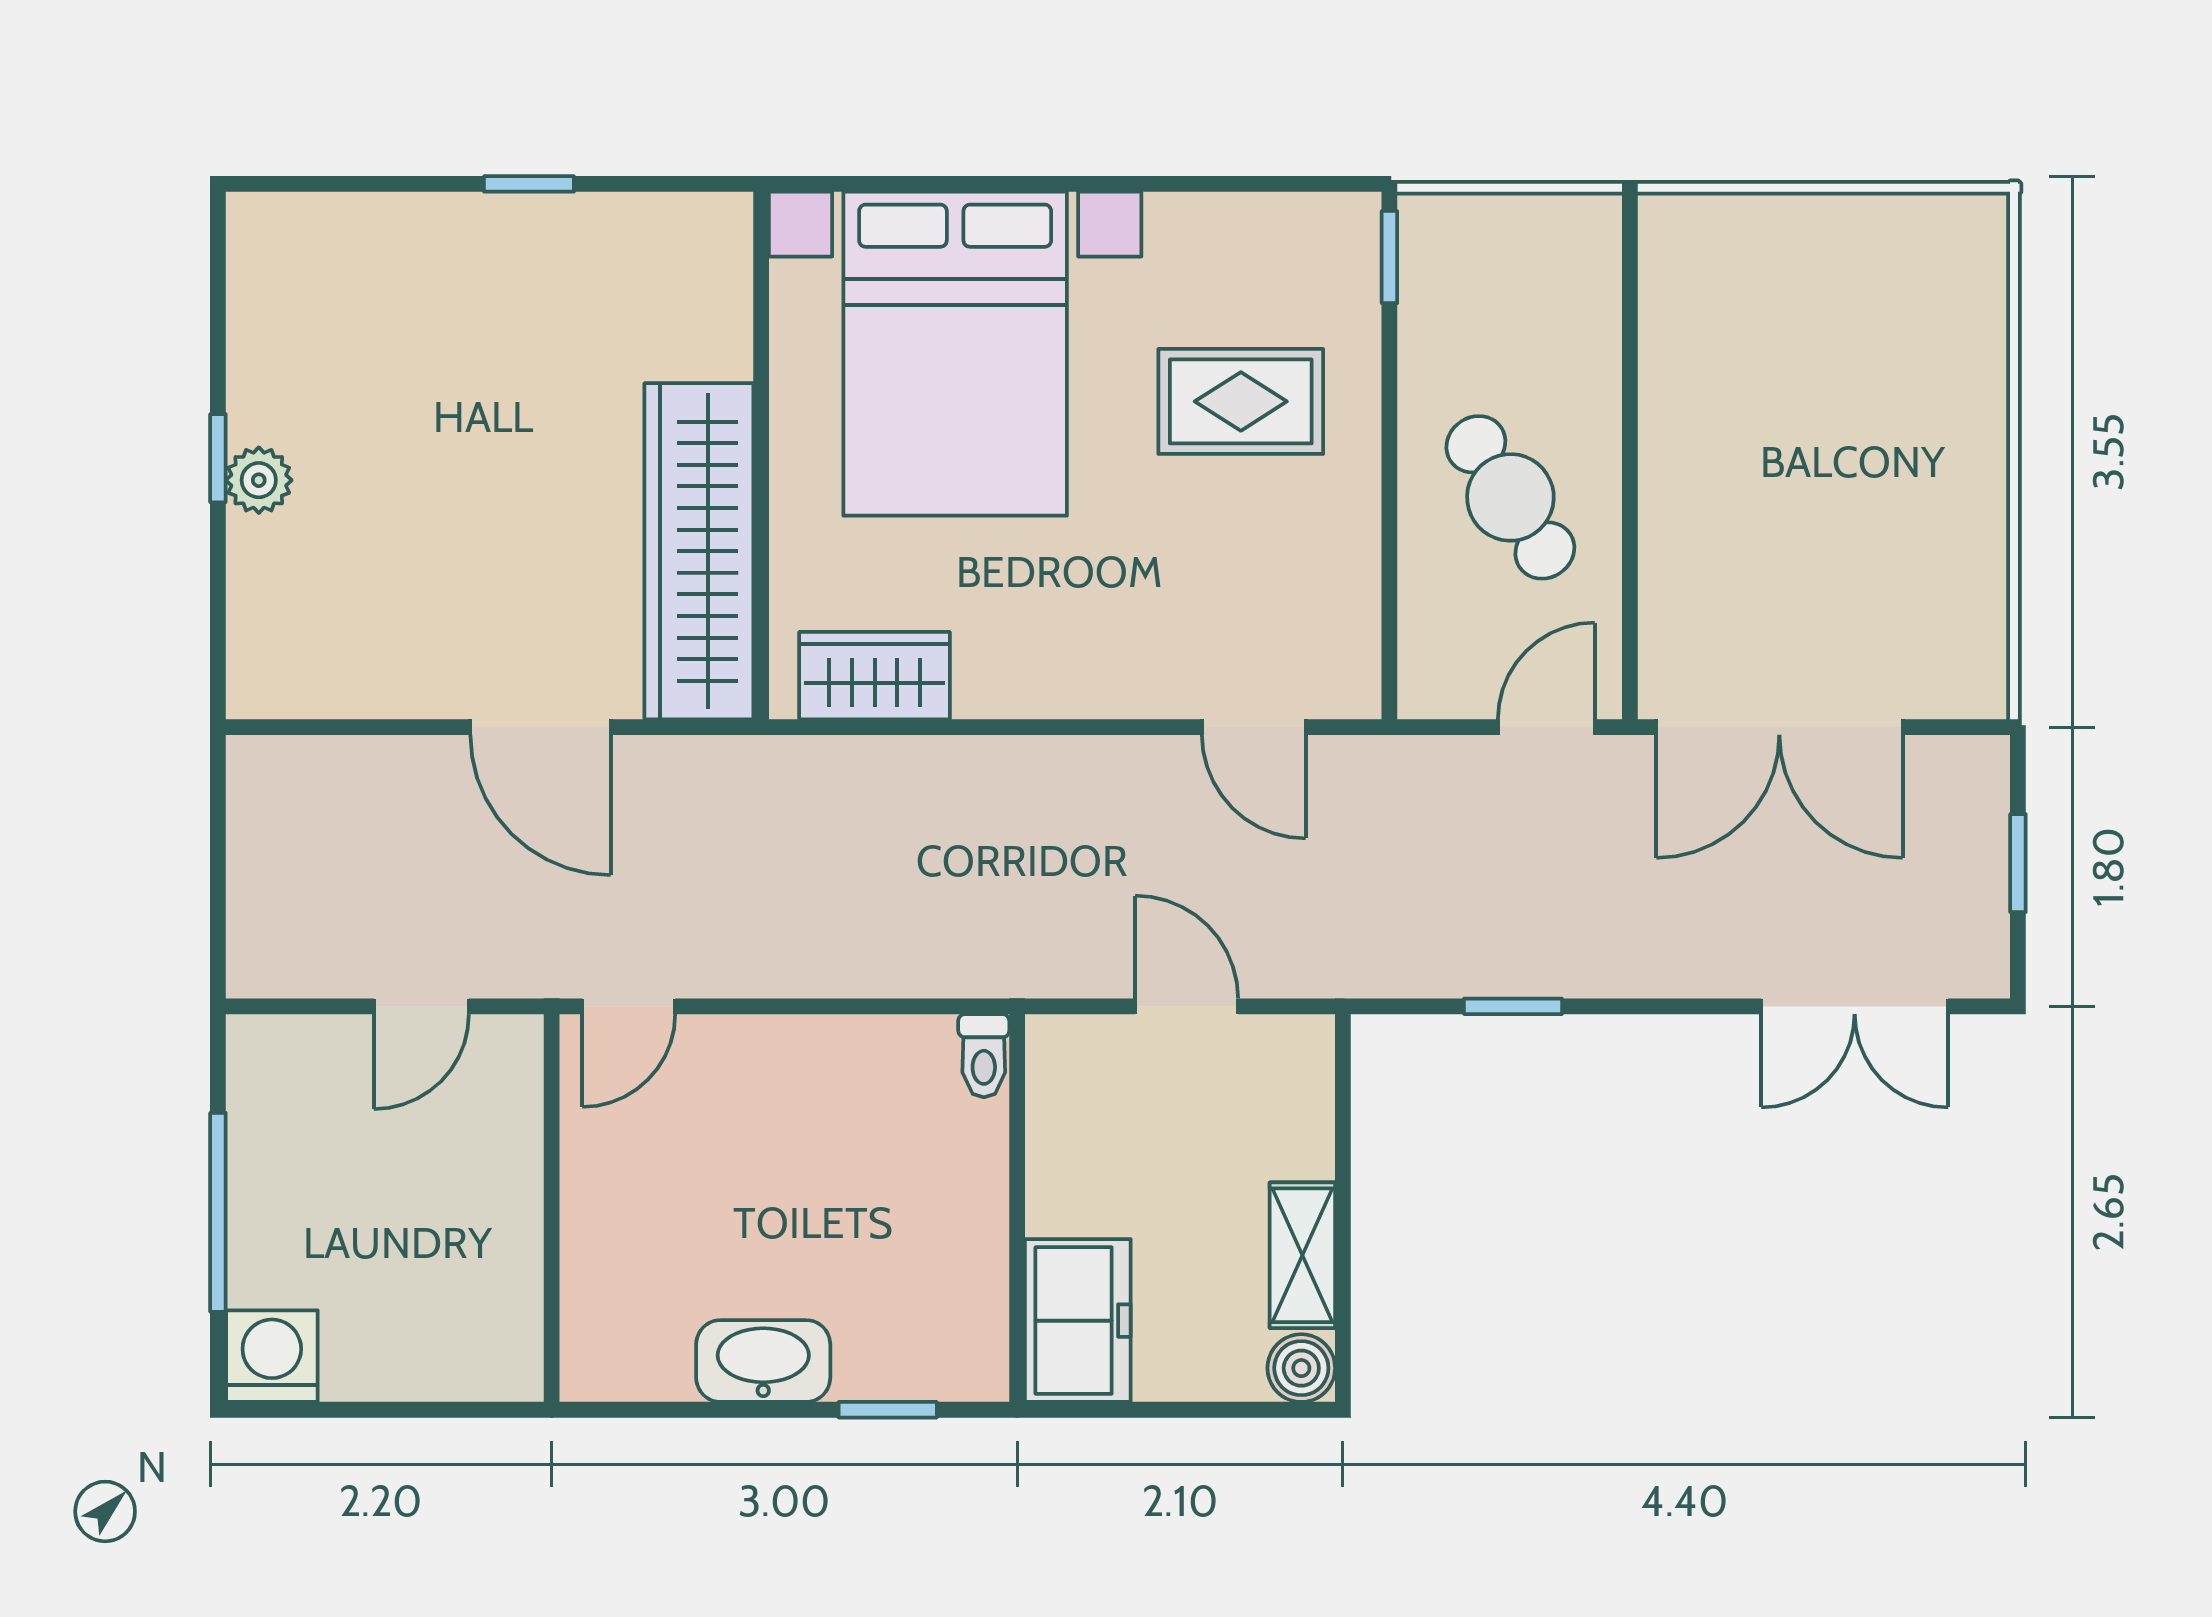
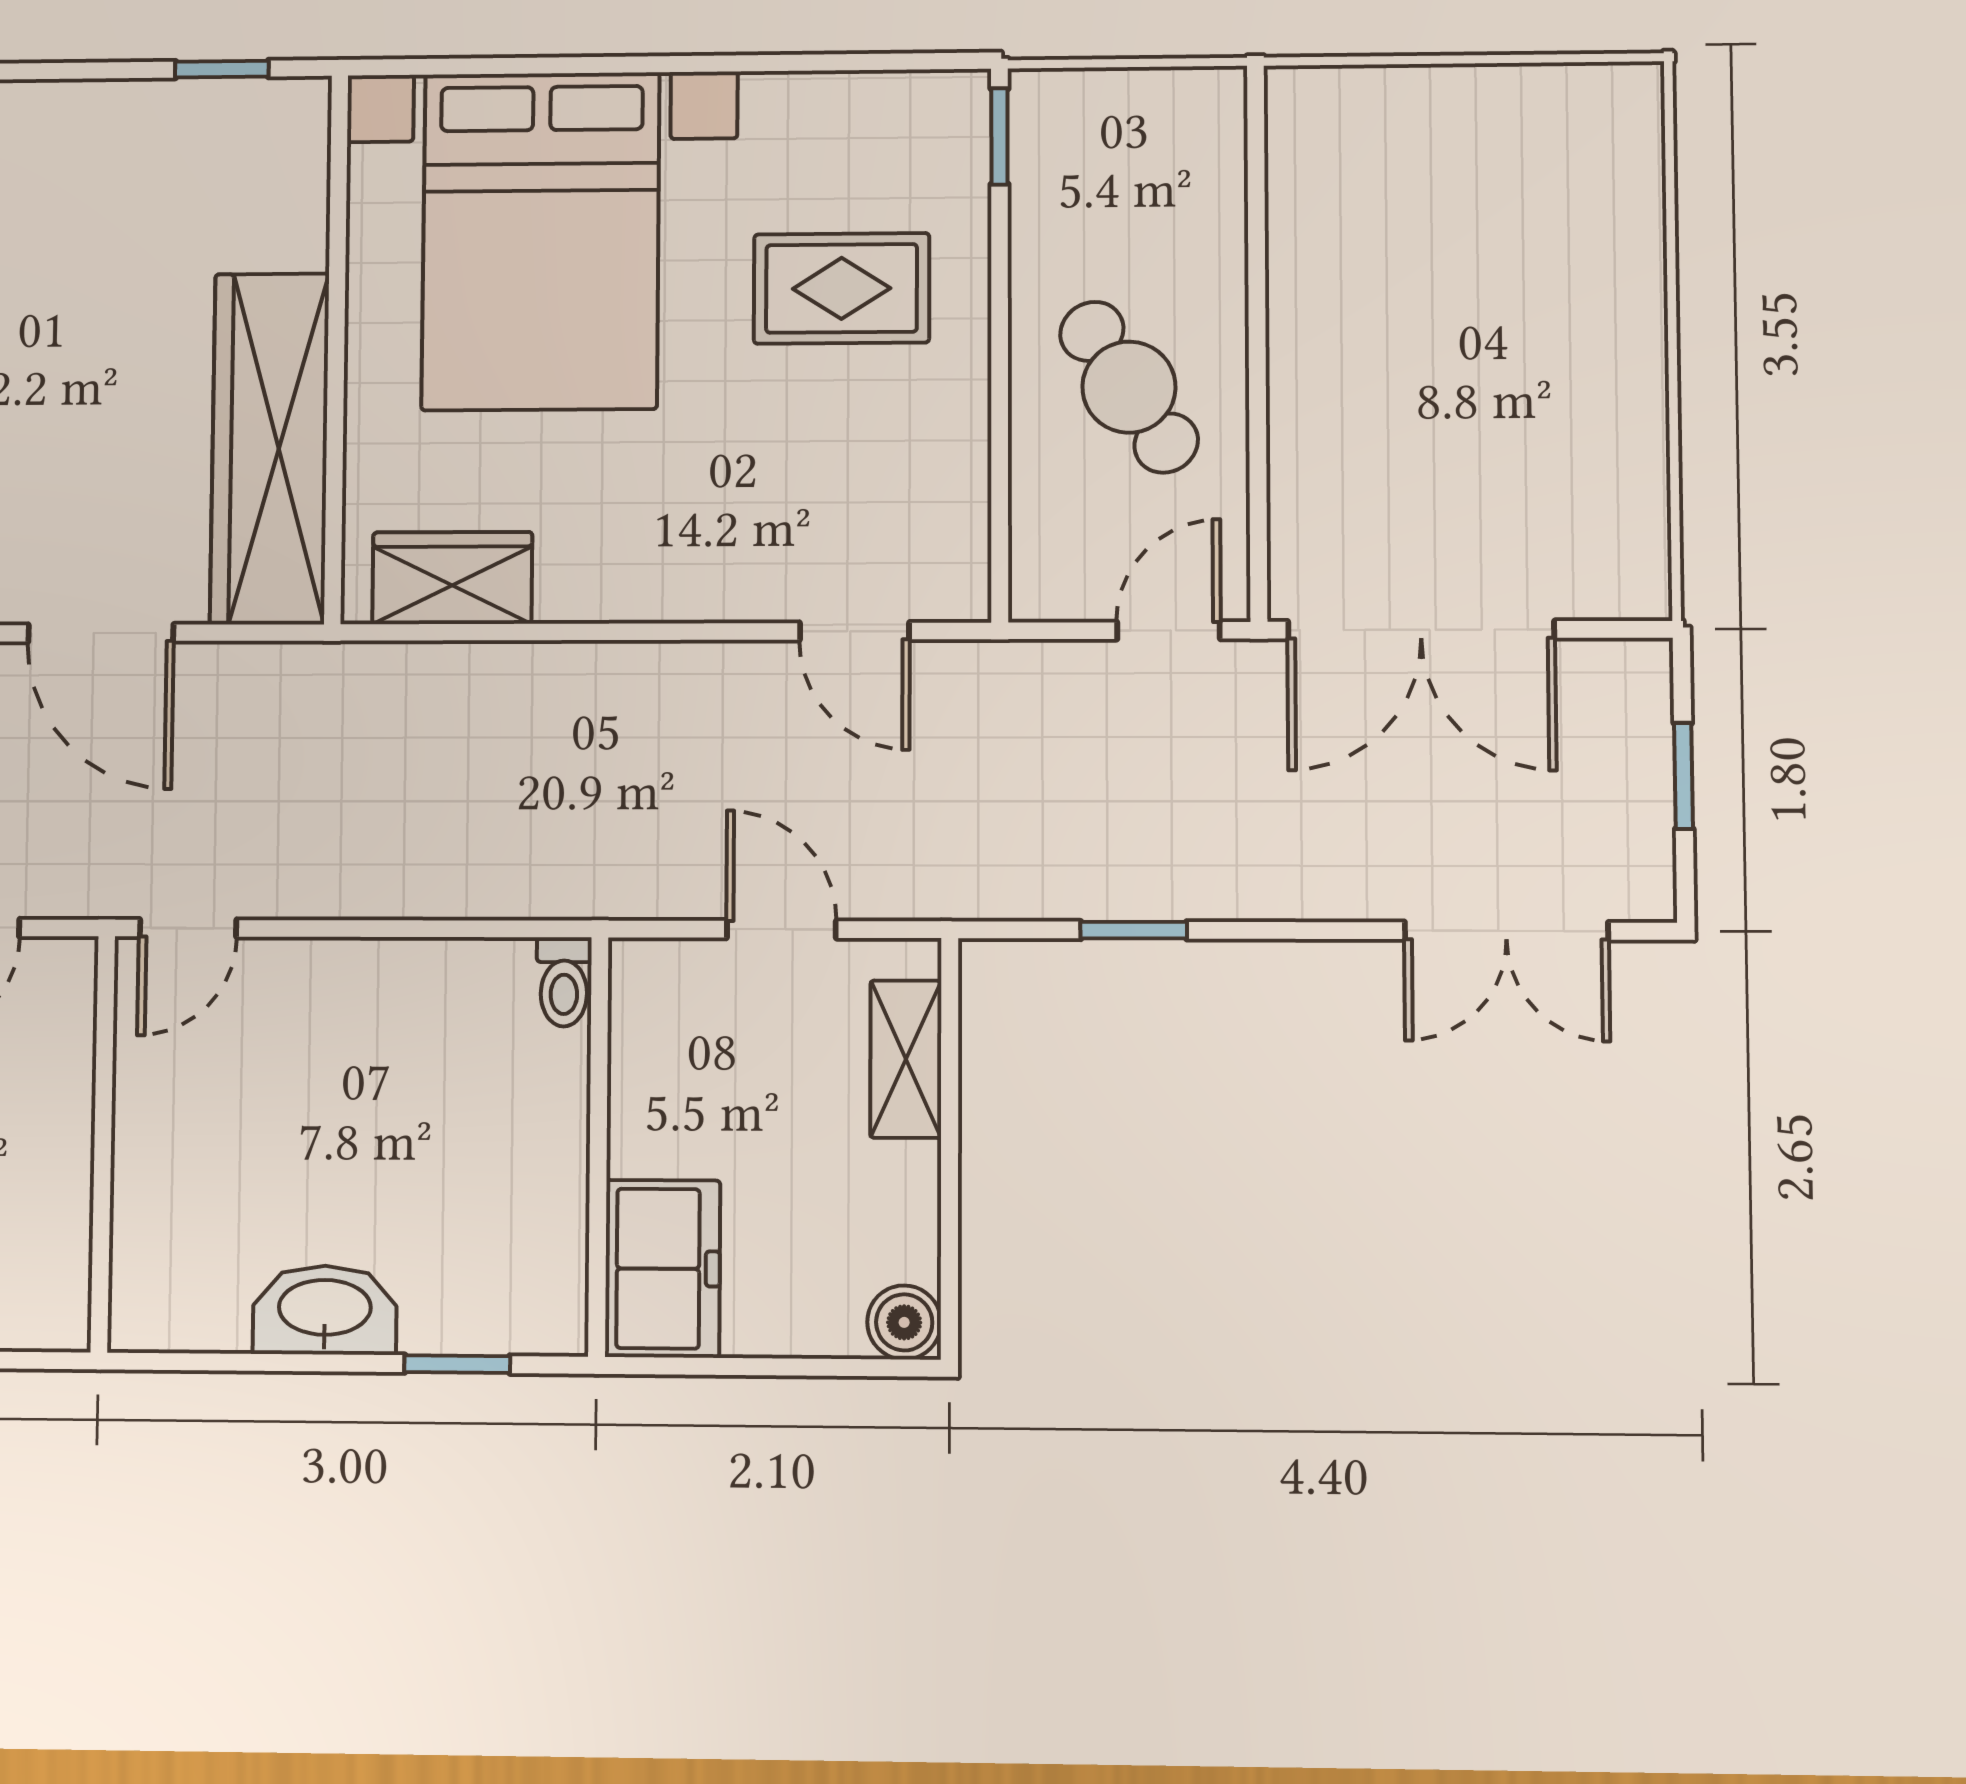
window: (529, 184) -> (222, 69), moved
shelving: (1302, 1255) -> (906, 1059), moved

